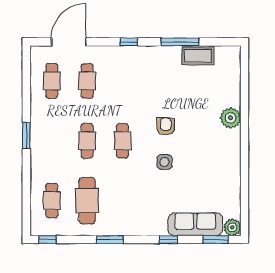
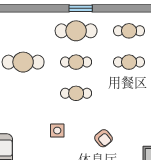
armchair: (166, 126) -> (103, 138), moved, turned 50
cafe table: (52, 201) -> (76, 31), moved, width x1.37, depth x1.35

